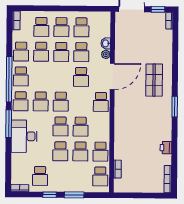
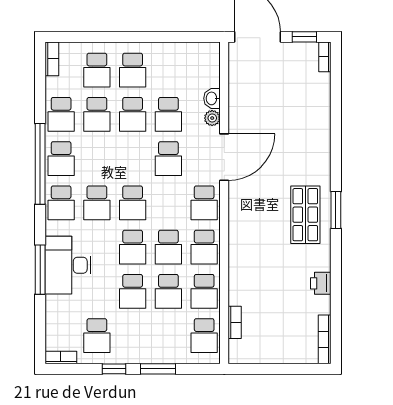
school desk: (81, 27) -> (204, 247), moved
shop shelf: (154, 80) -> (305, 215), moved
window: (9, 124) -> (40, 270), moved

